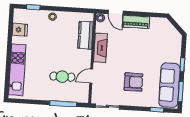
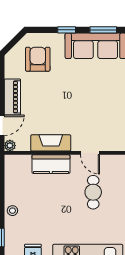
kitchen counter: (86, 35) -> (51, 164), moved
armchair: (133, 82) -> (38, 59), moved

